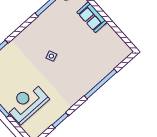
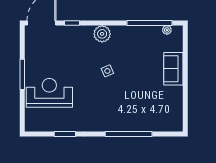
plant: (27, 36) -> (102, 34), added

